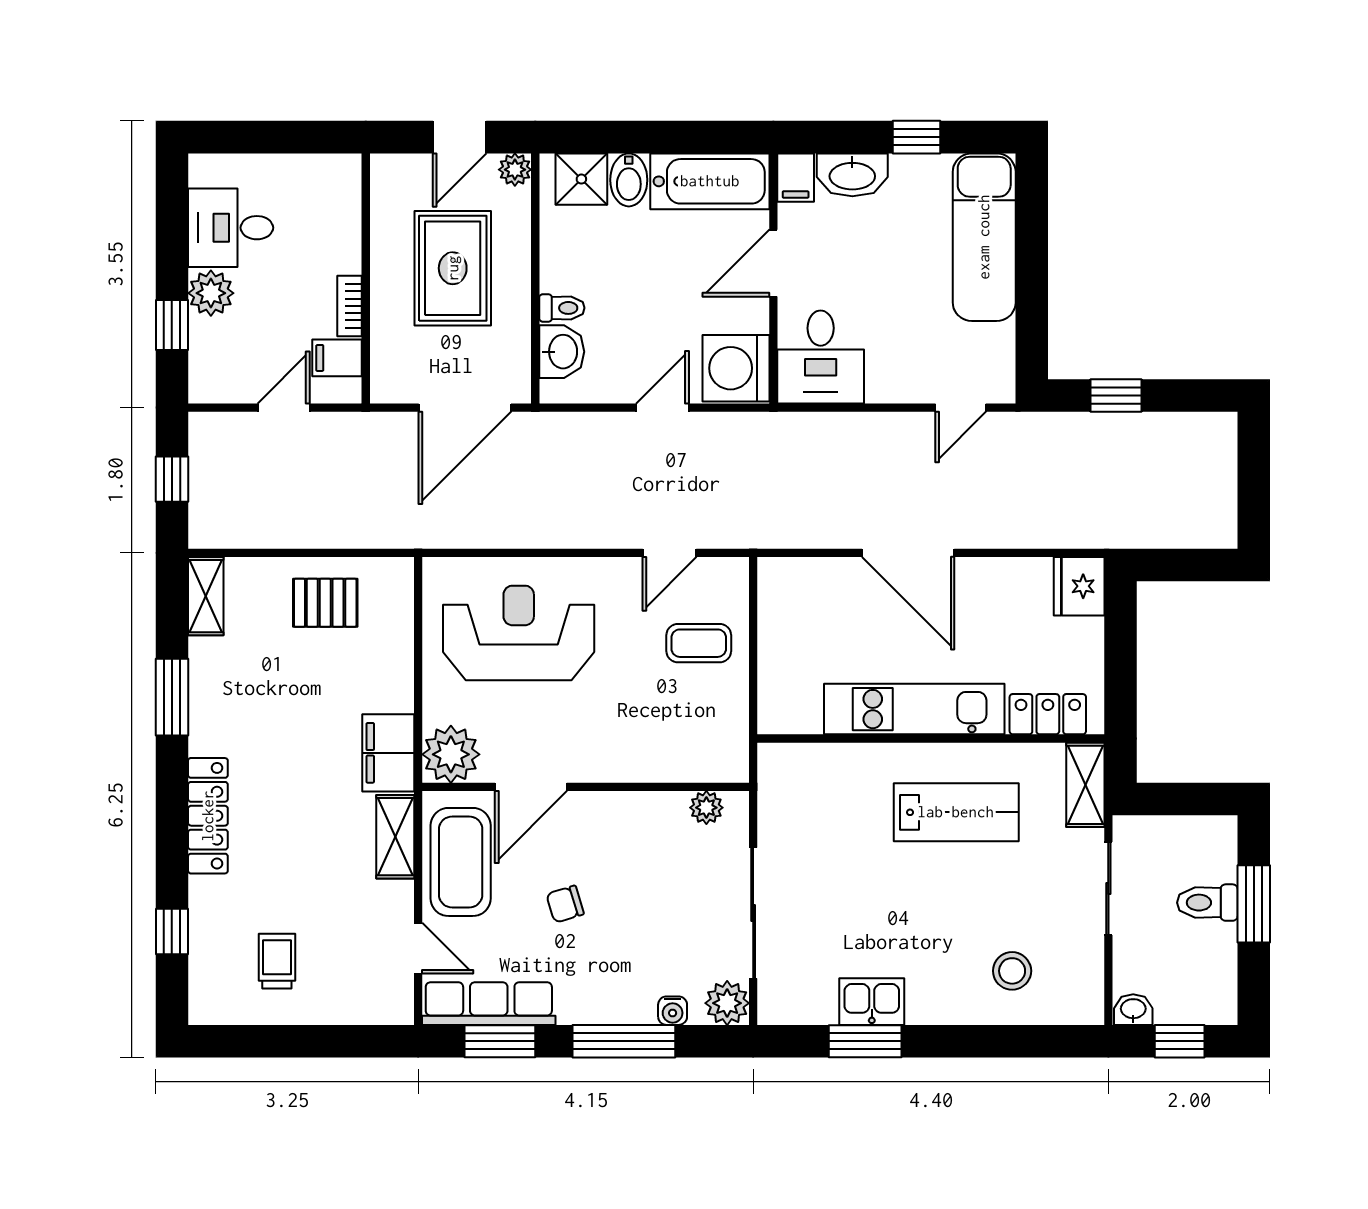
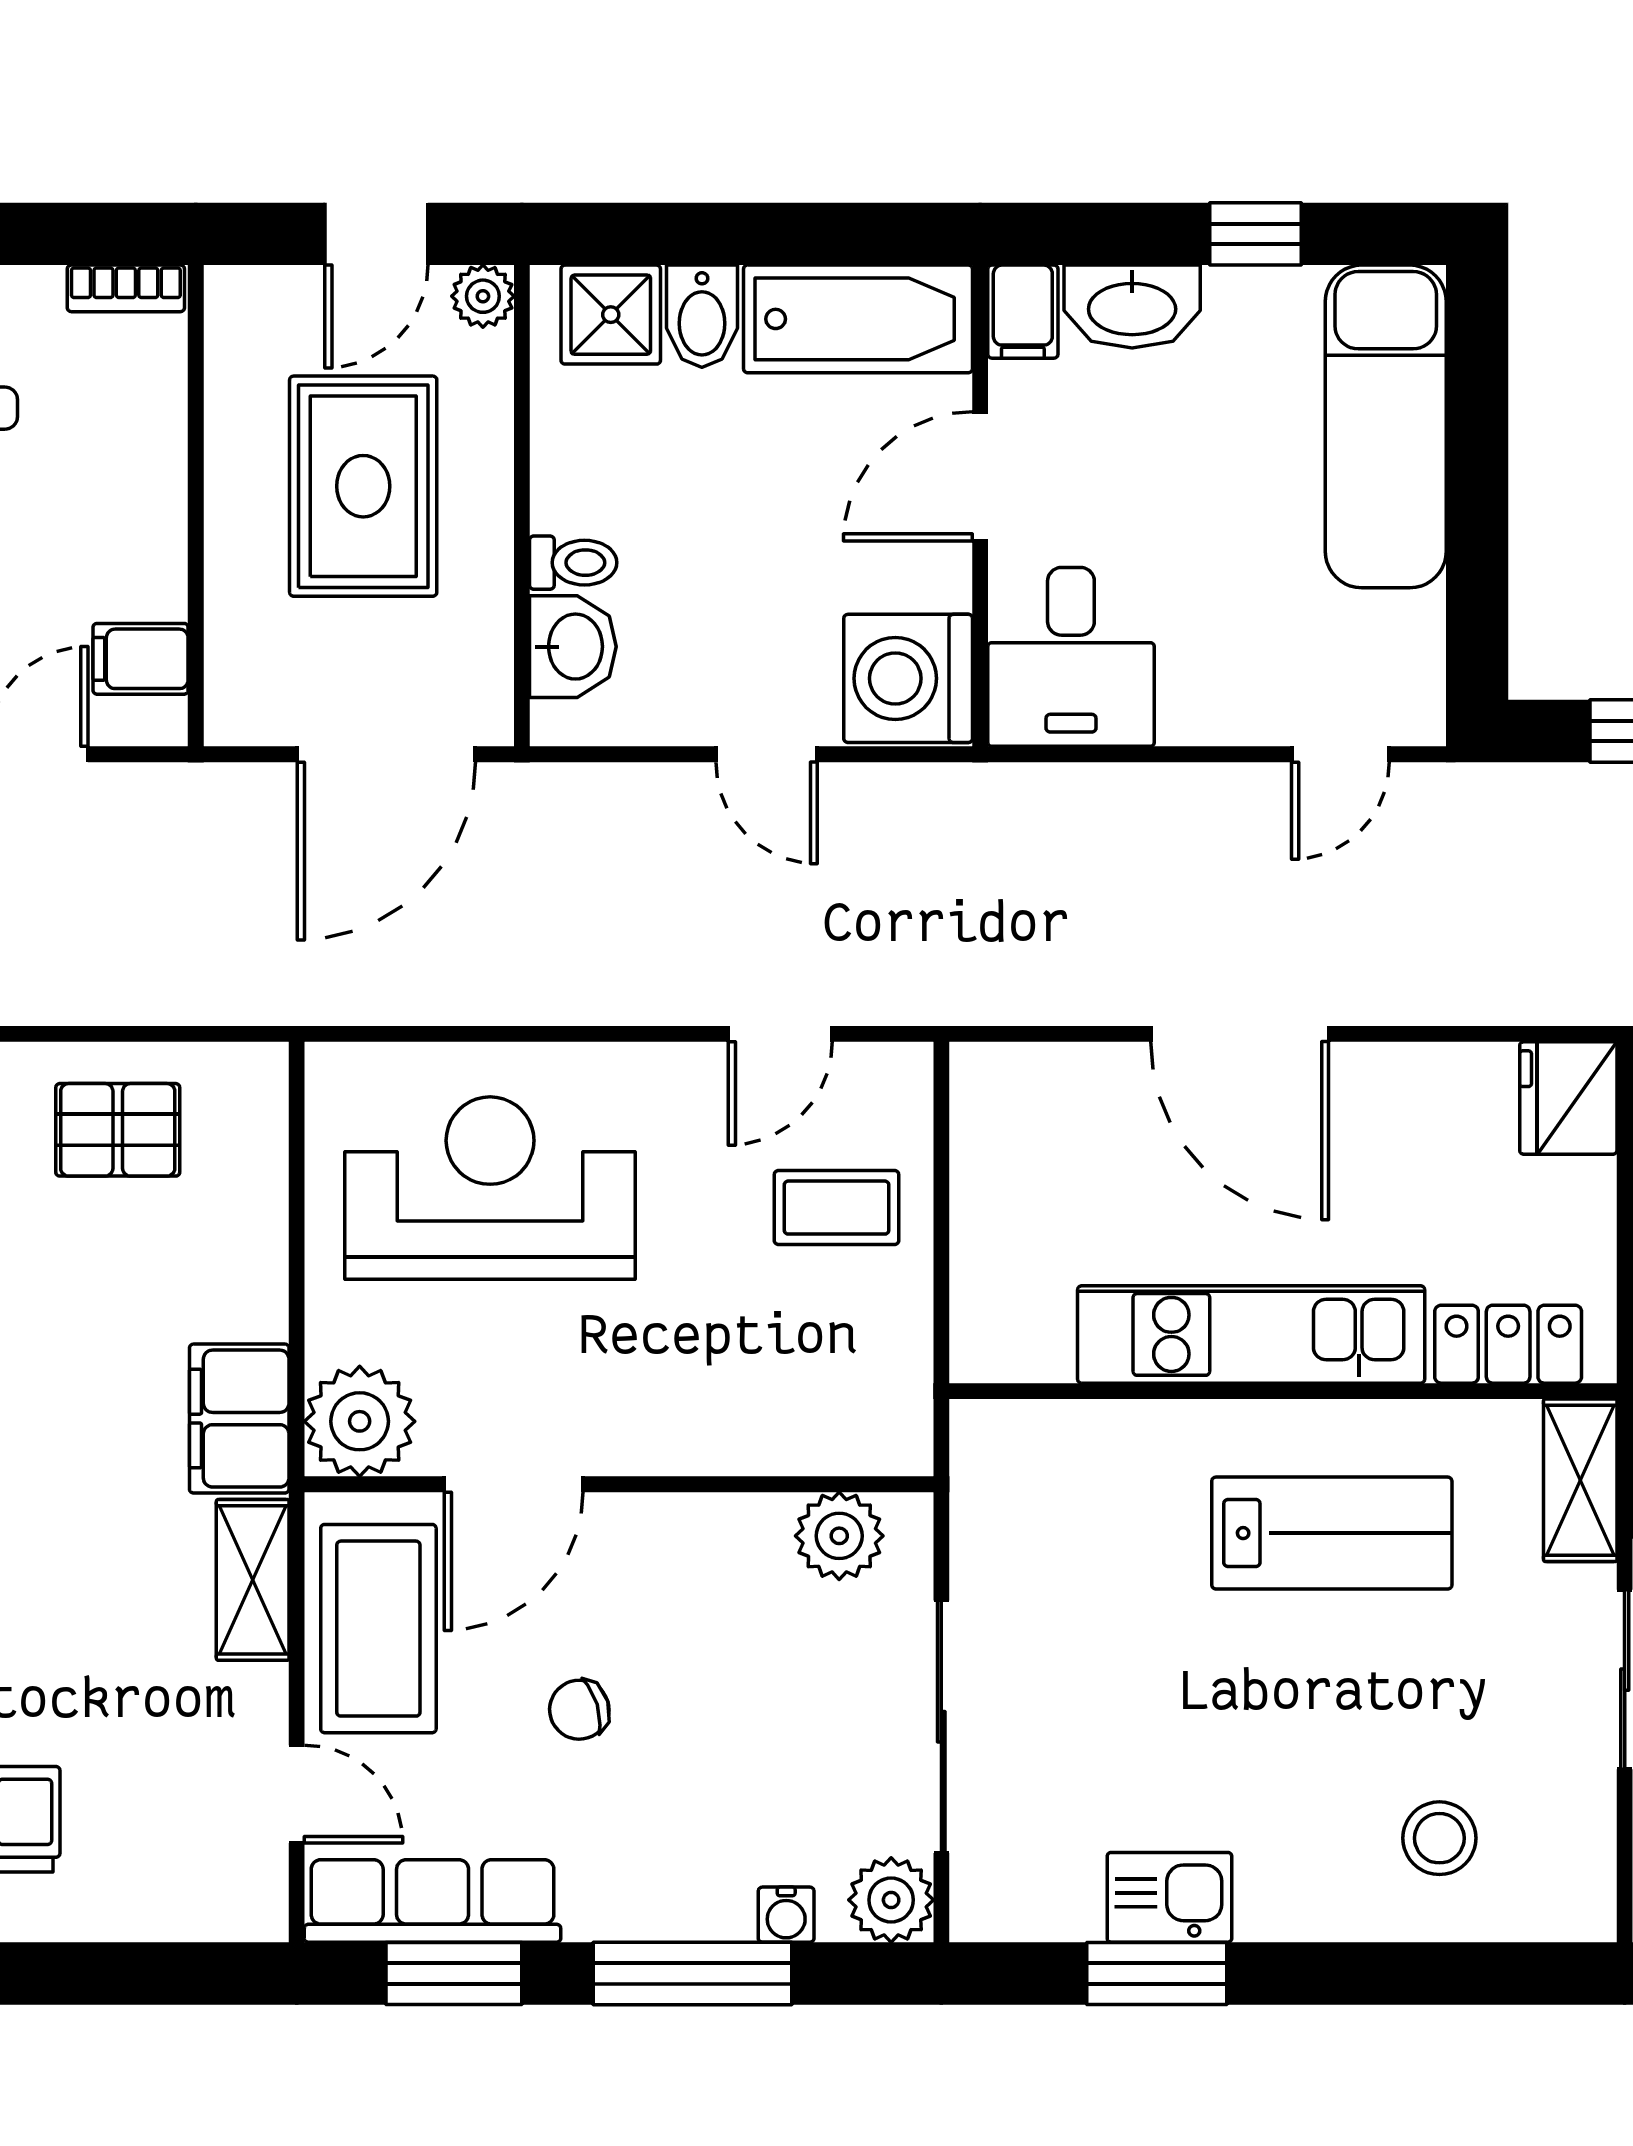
bookcase: (350, 306) -> (126, 288), moved, turned -90
door: (662, 408) -> (767, 754), swing flipped
plant: (706, 808) -> (839, 1536), width x1.38, depth x1.38

